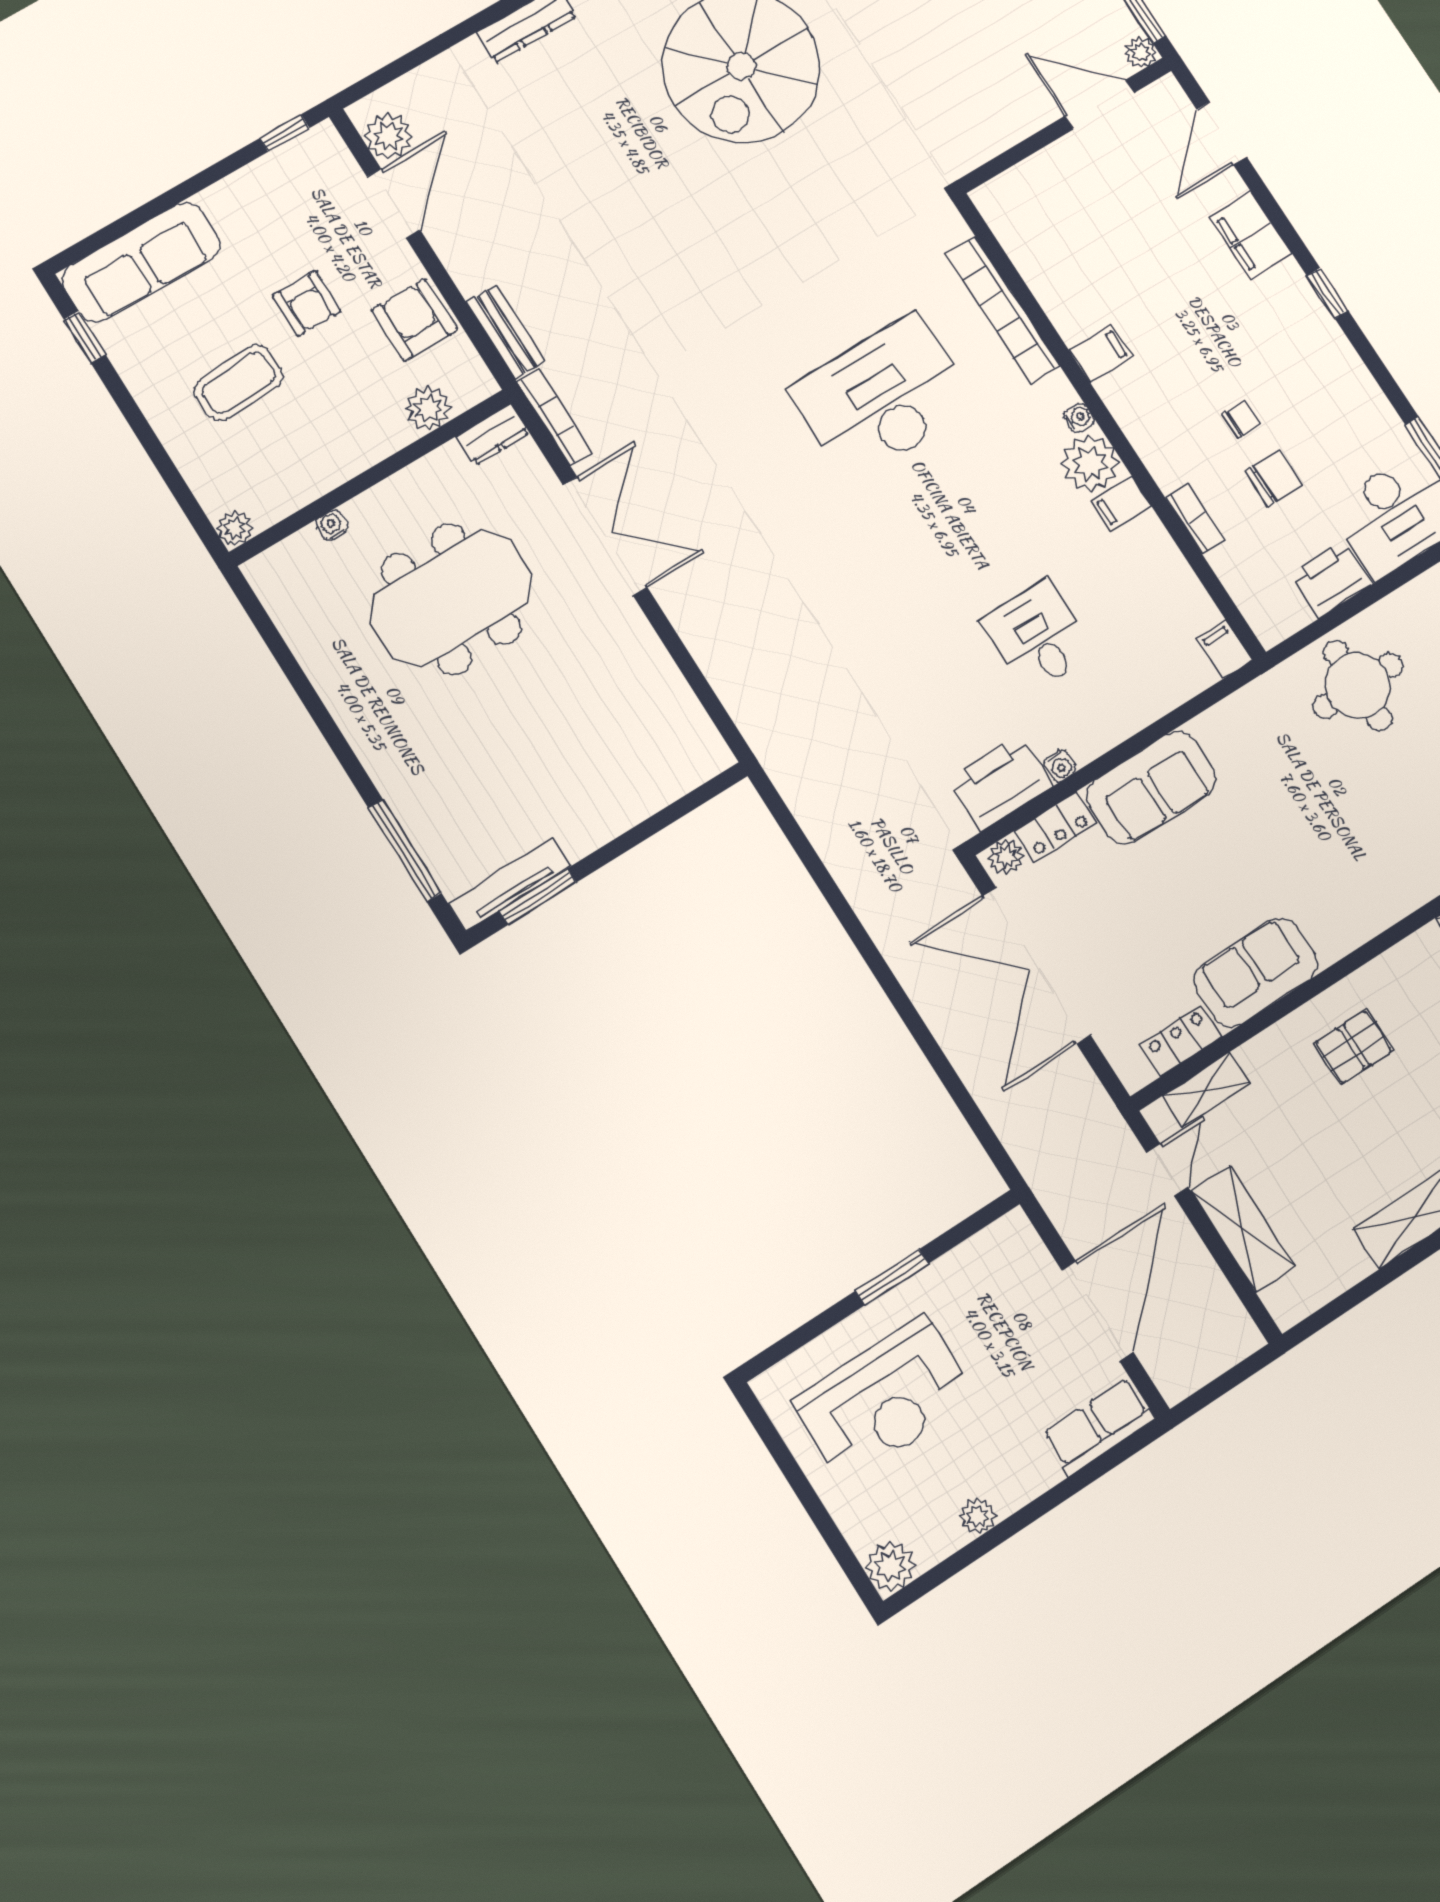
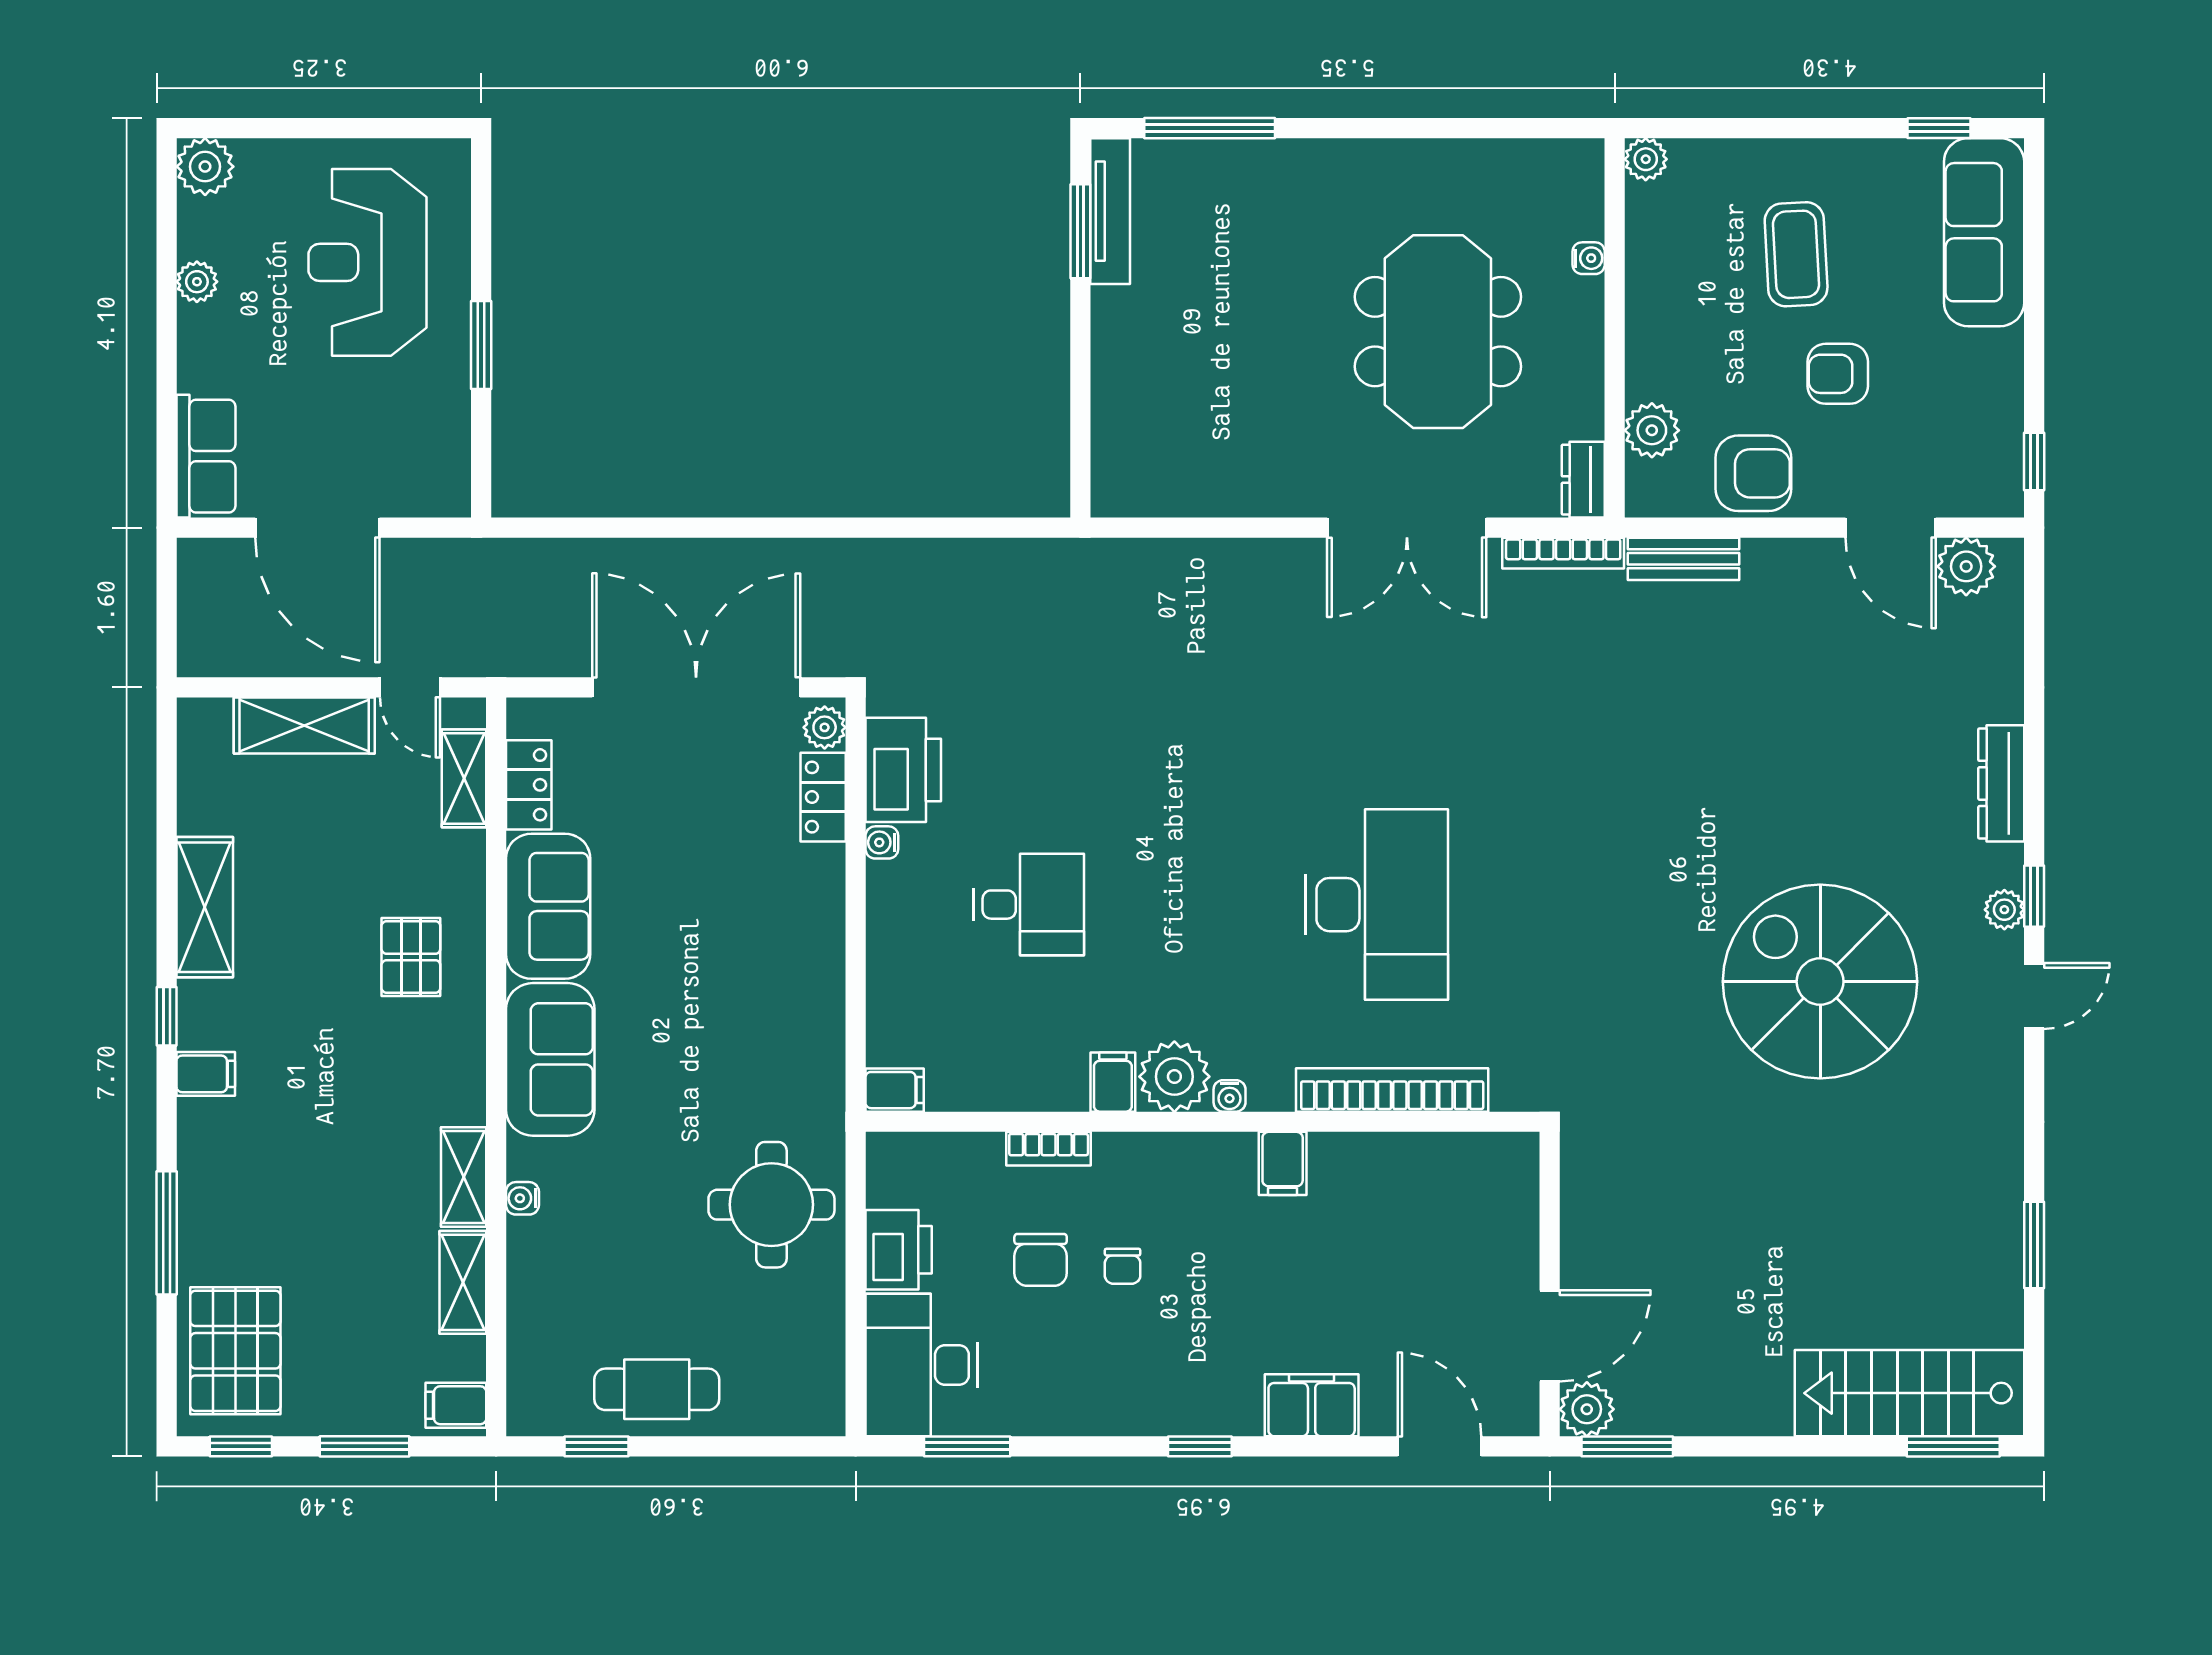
plant: (1141, 53) -> (1587, 1409), width x1.38, depth x1.38
sofa: (1151, 787) -> (550, 1059), moved, turned 180

